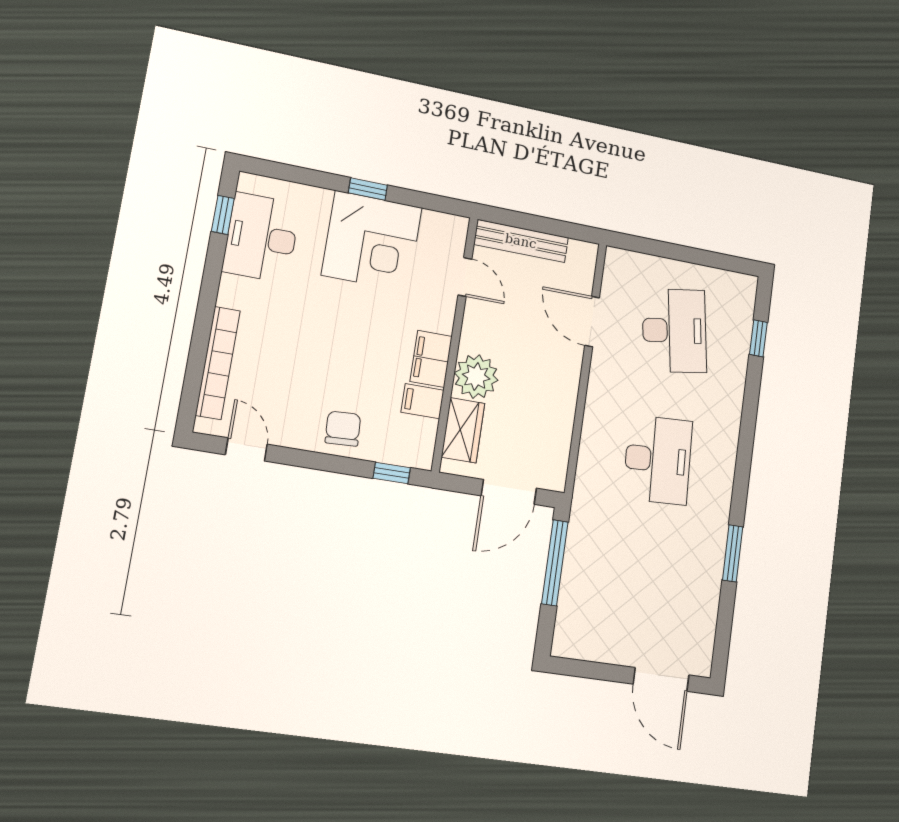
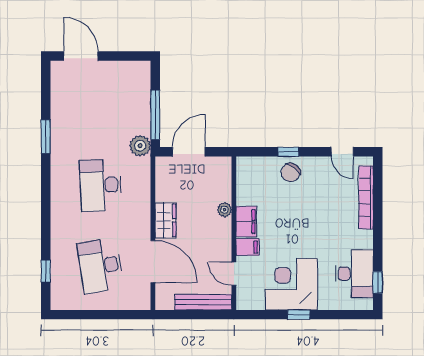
door: (592, 322) -> (153, 262), width x1.36
plant: (476, 377) -> (224, 210), width x0.53, depth x0.53
filing cabinet: (422, 401) -> (248, 247), moved
chair: (343, 429) -> (291, 172), turned 41
wardrobe: (463, 430) -> (165, 220), moved, turned 180
window: (392, 473) -> (288, 152), moved
plant: (586, 515) -> (140, 146), added

